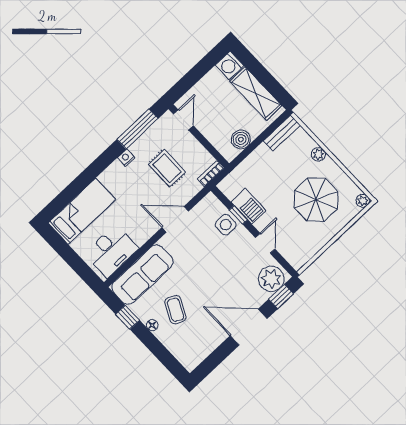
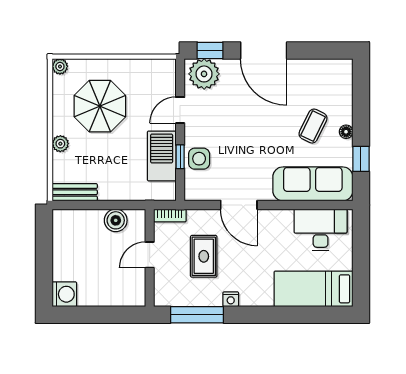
shelving: (256, 94) -> (65, 248), removed
door: (183, 120) -> (150, 255), moved
barbecue: (248, 206) -> (162, 156), width x1.37, depth x1.21

